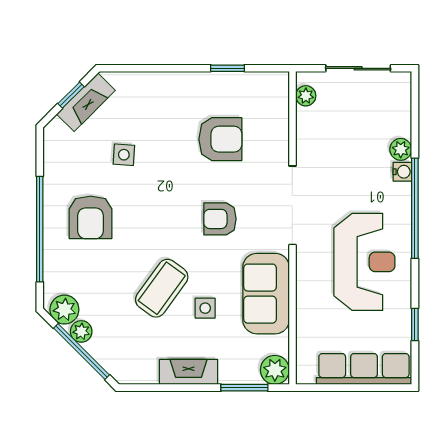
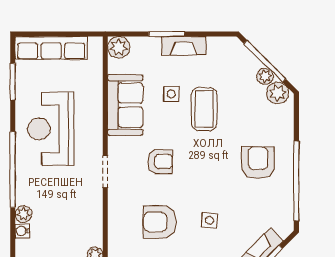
side table: (124, 155) -> (209, 220), moved
water cooler: (402, 172) -> (22, 231), moved
doorway: (292, 205) -> (105, 172), width x0.53
window: (40, 229) -> (296, 181), moved
coffee table: (162, 288) -> (204, 109), turned -36
window: (415, 324) -> (13, 82), width x1.50
window: (244, 388) -> (167, 34), moved

